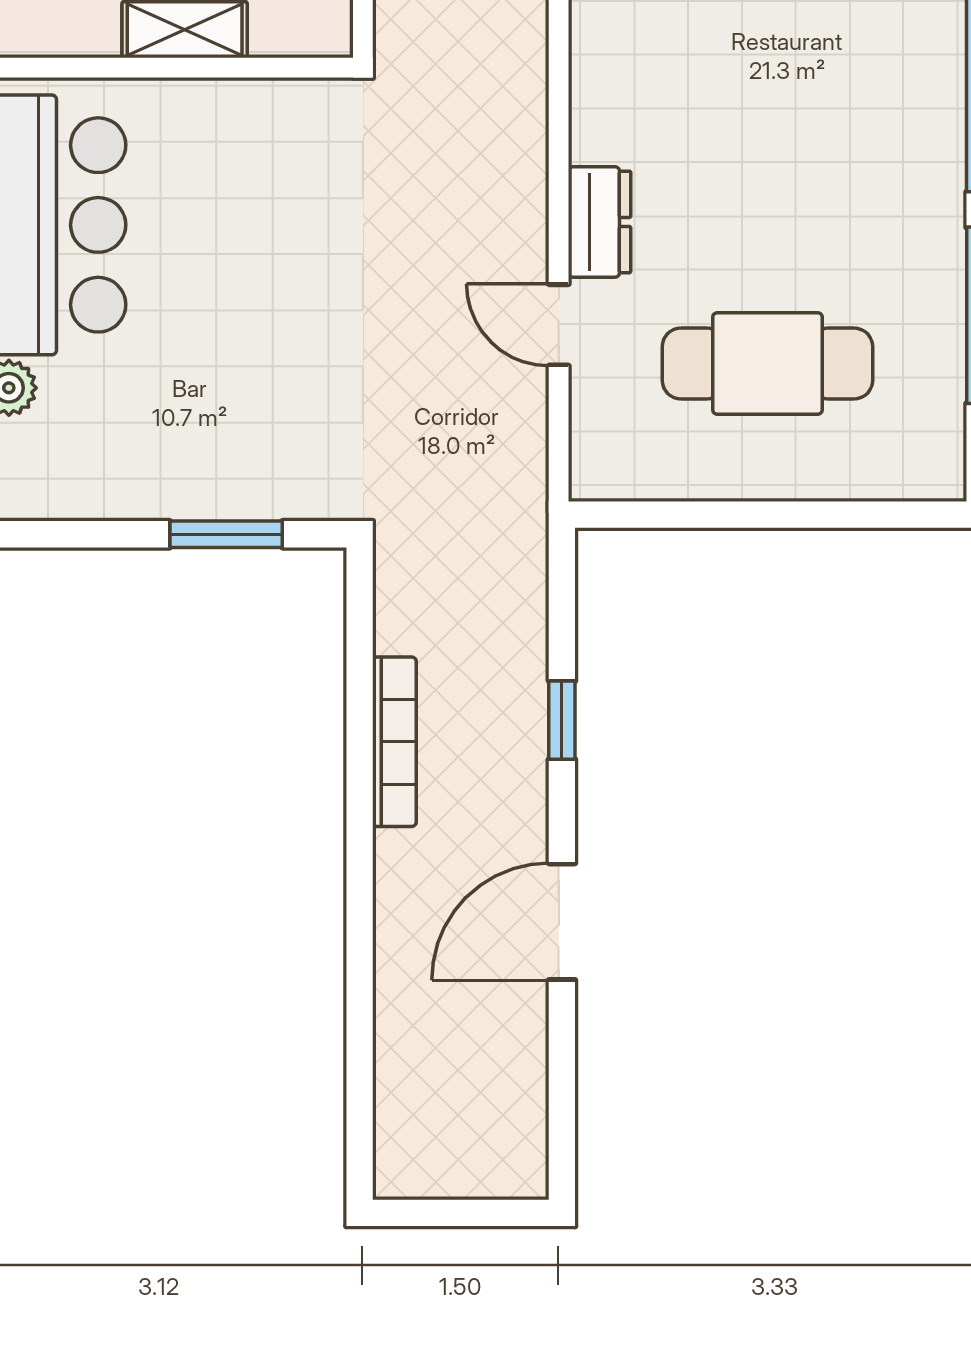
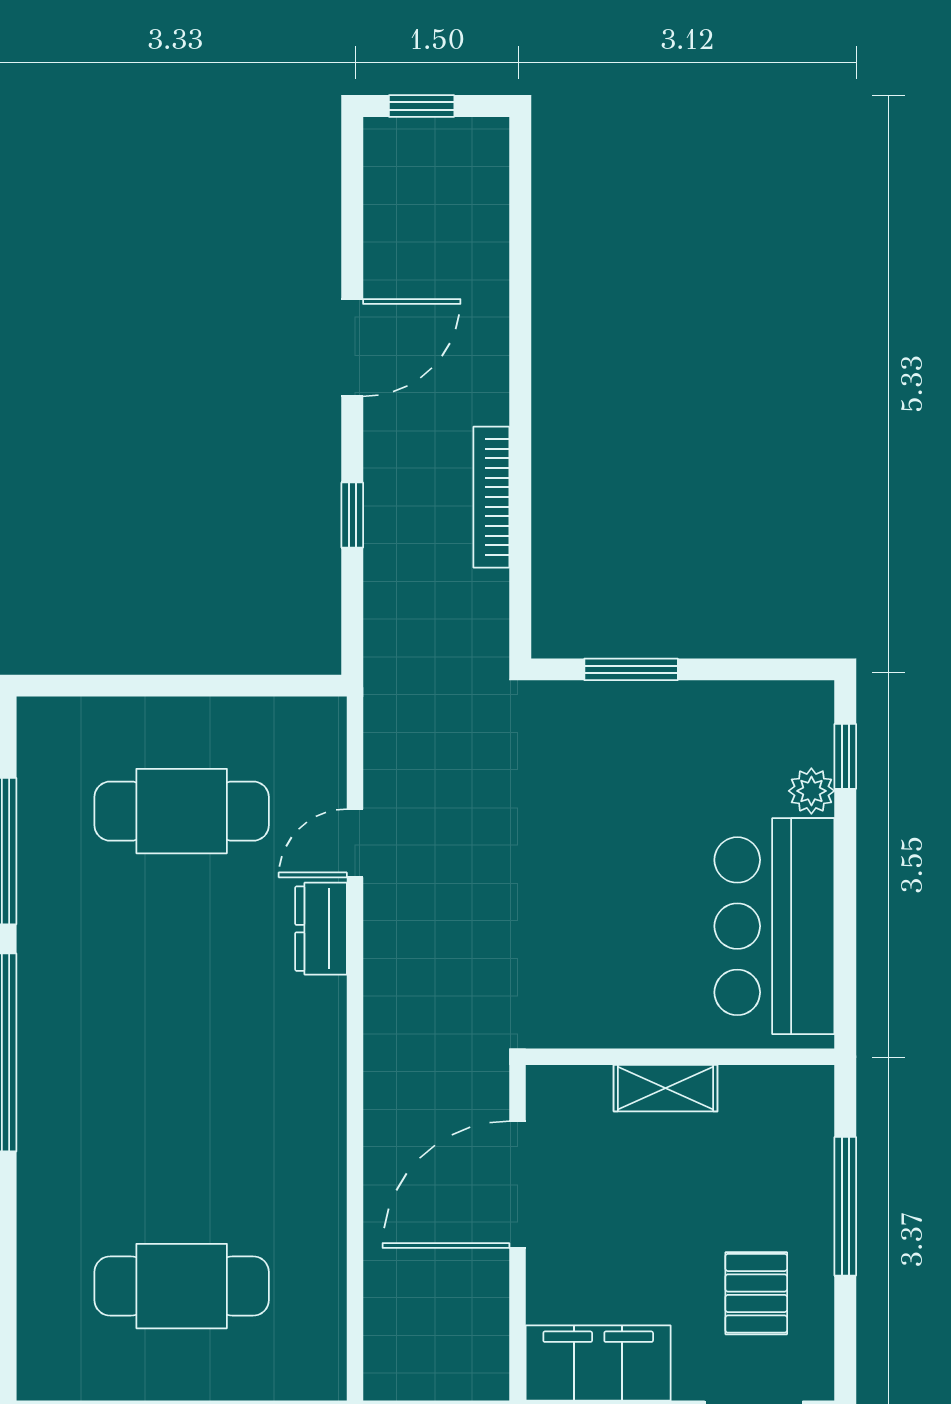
door: (559, 325) -> (355, 843), swing flipped
window: (479, 1213) -> (422, 106), added

